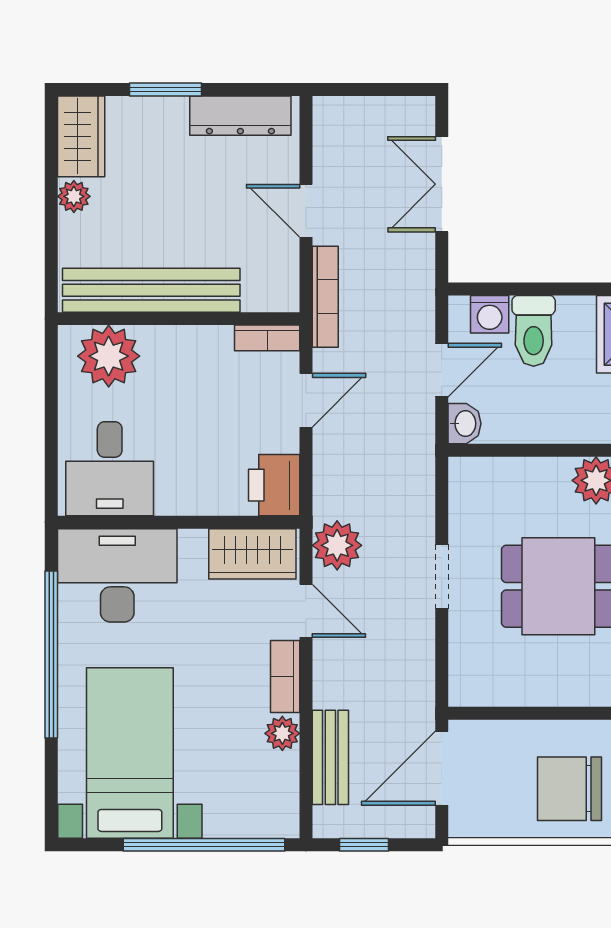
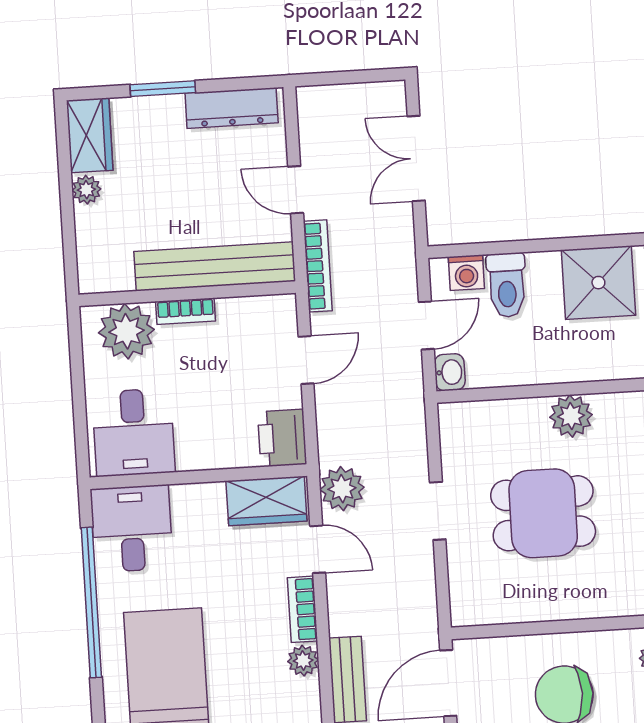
bench: (151, 290) -> (215, 266), moved
bookcase: (267, 338) -> (186, 311), moved
desk: (117, 575) -> (132, 529), width x0.73

